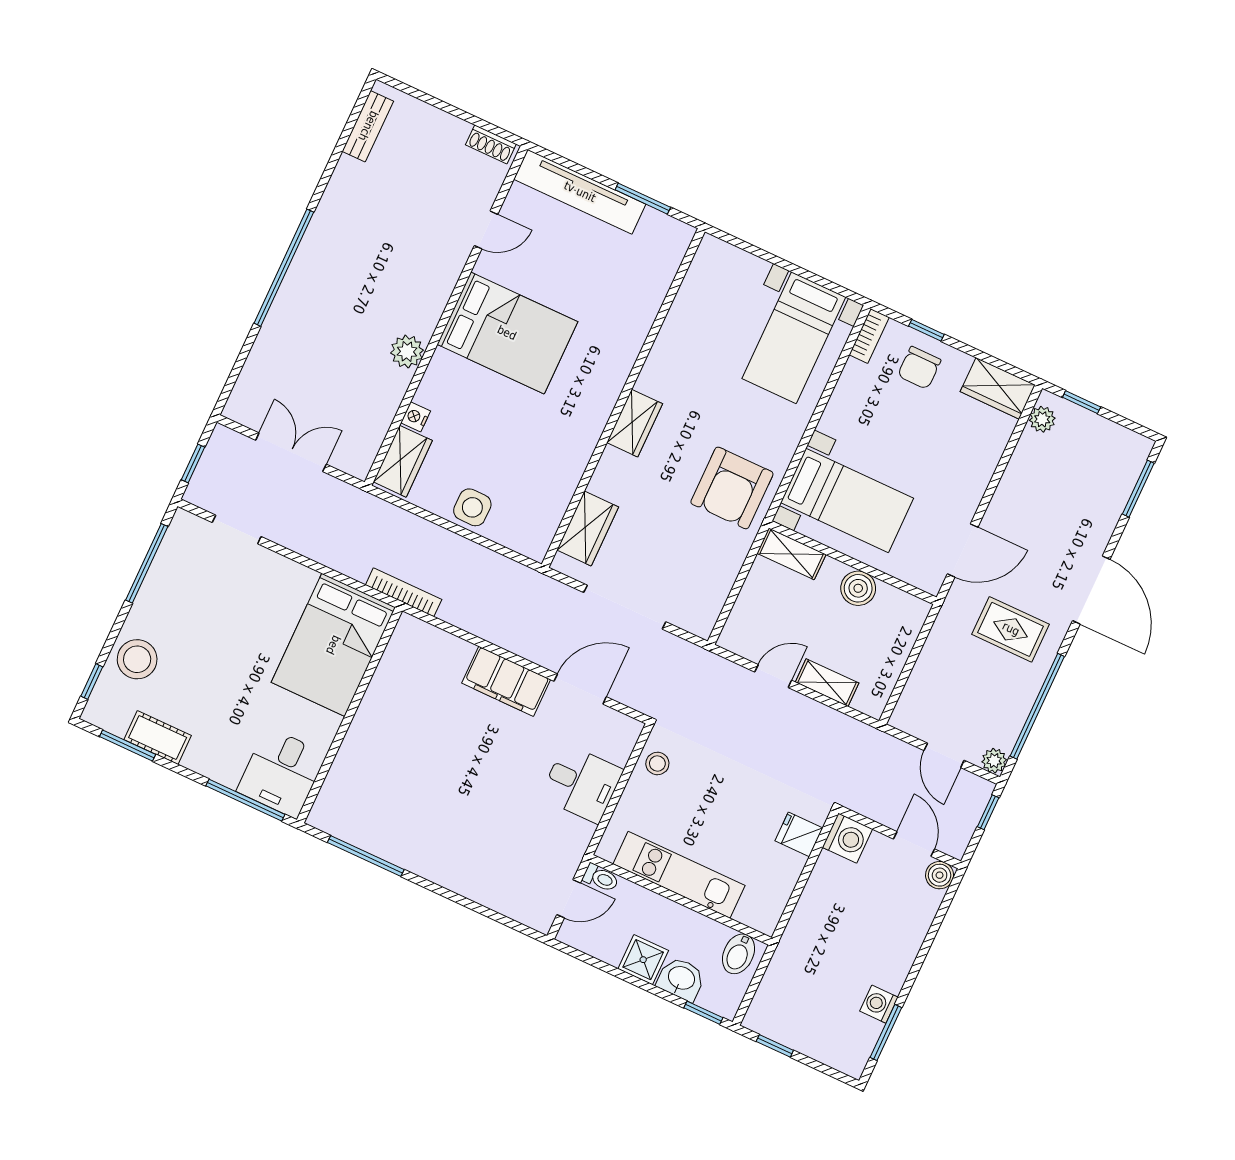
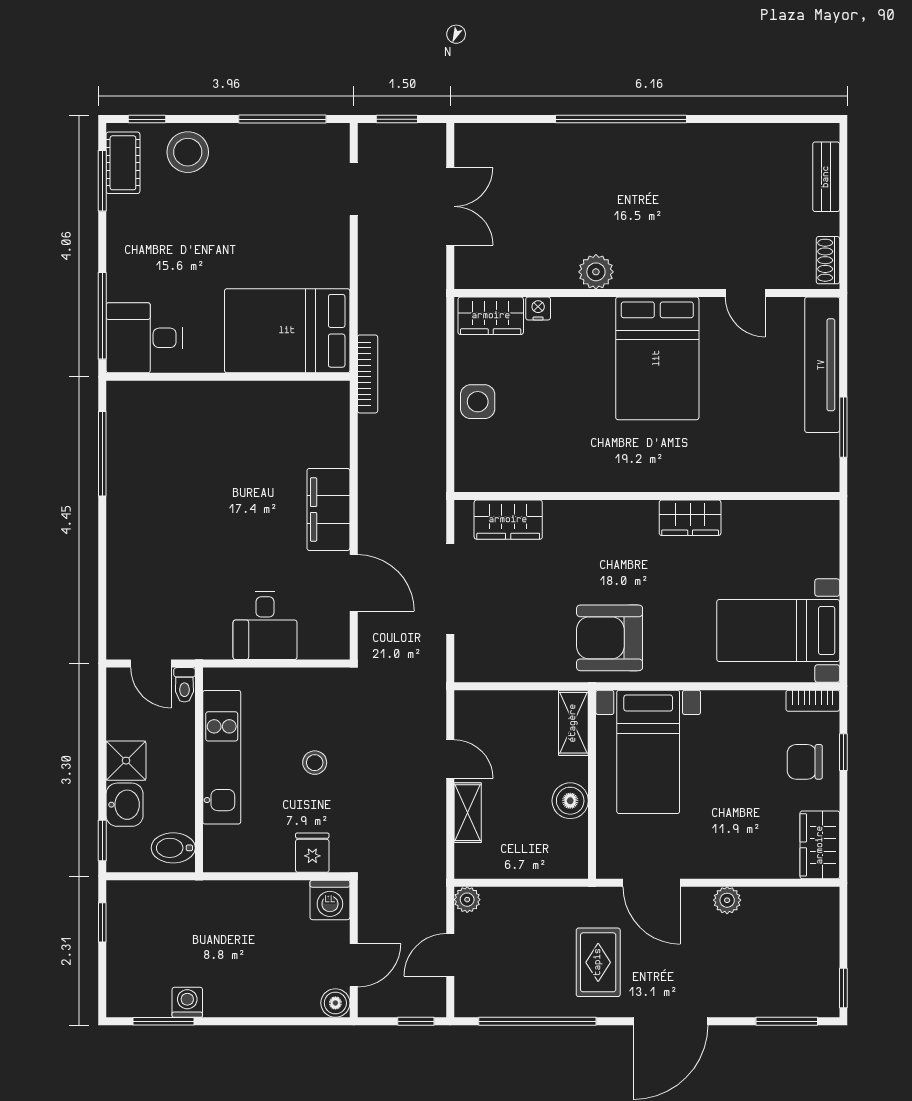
bench: (368, 126) -> (826, 177), moved, turned 90
window: (1082, 402) -> (843, 988), moved
plant: (1042, 419) -> (727, 900), moved
wardrobe: (635, 423) -> (690, 518), moved
cot: (158, 738) -> (123, 163), moved
plant: (994, 761) -> (467, 900), moved
stool: (657, 764) -> (315, 763), moved

